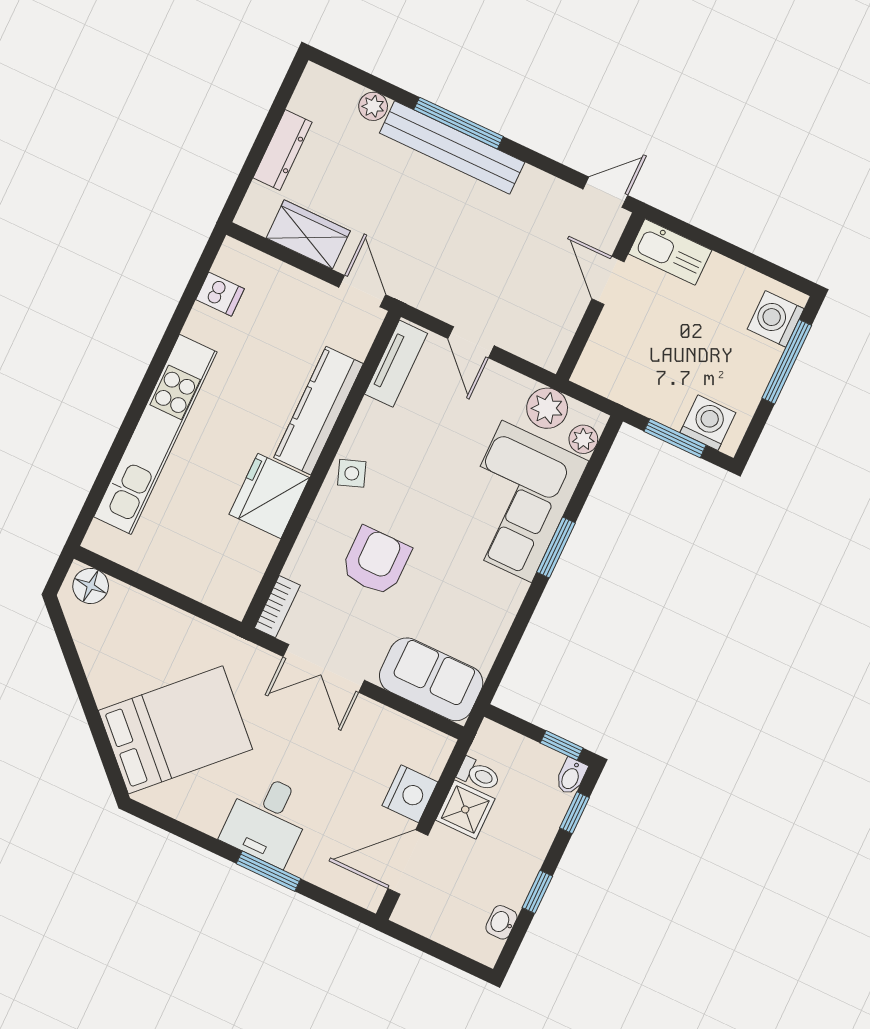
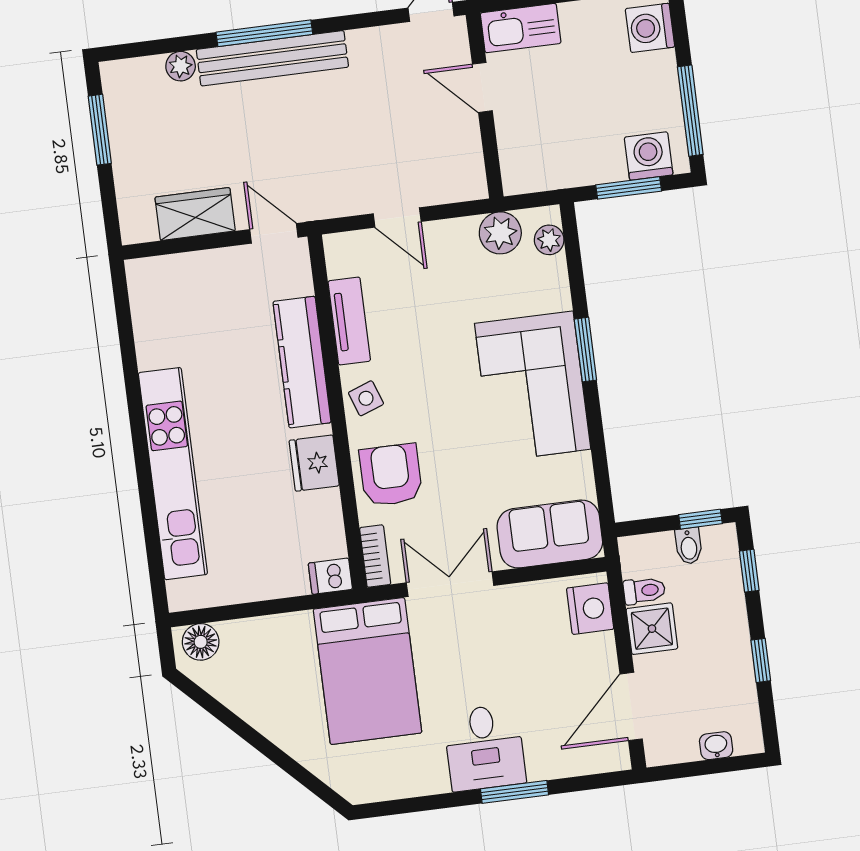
window: (274, 116) -> (100, 130), added
dresser: (282, 150) -> (126, 155), removed
dishwasher: (220, 294) -> (330, 576), moved, turned 180
window: (787, 362) -> (690, 111), moved
tv unit: (396, 364) -> (349, 321), moved
fridge: (269, 496) -> (314, 463), width x0.73, depth x0.75
corner sofa: (517, 501) -> (533, 386), moved
armchair: (376, 561) -> (391, 475), moved
double door: (324, 668) -> (450, 584), swing flipped
bed: (175, 730) -> (367, 671), moved, turned 135
bidet: (571, 776) -> (689, 546), moved
nightstand: (410, 794) -> (590, 609), moved
washbasin: (501, 922) -> (716, 746), moved, turned 90

